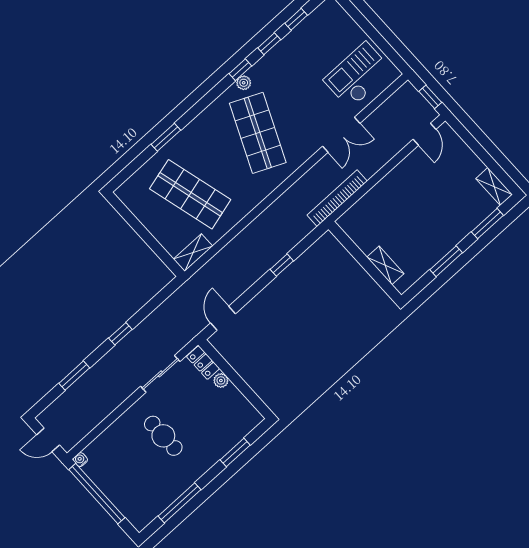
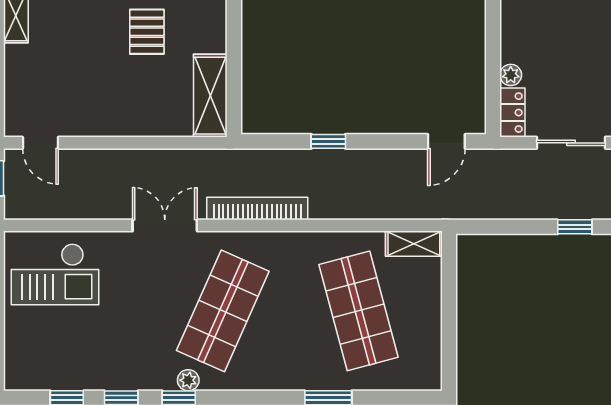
door: (425, 134) -> (40, 143), swing flipped
double door: (341, 135) -> (165, 225), moved
bookcase: (337, 198) -> (257, 209), moved, turned 180
pallet: (422, 238) -> (147, 32), added
shelving: (385, 265) -> (210, 96), moved, width x1.50, depth x1.33

